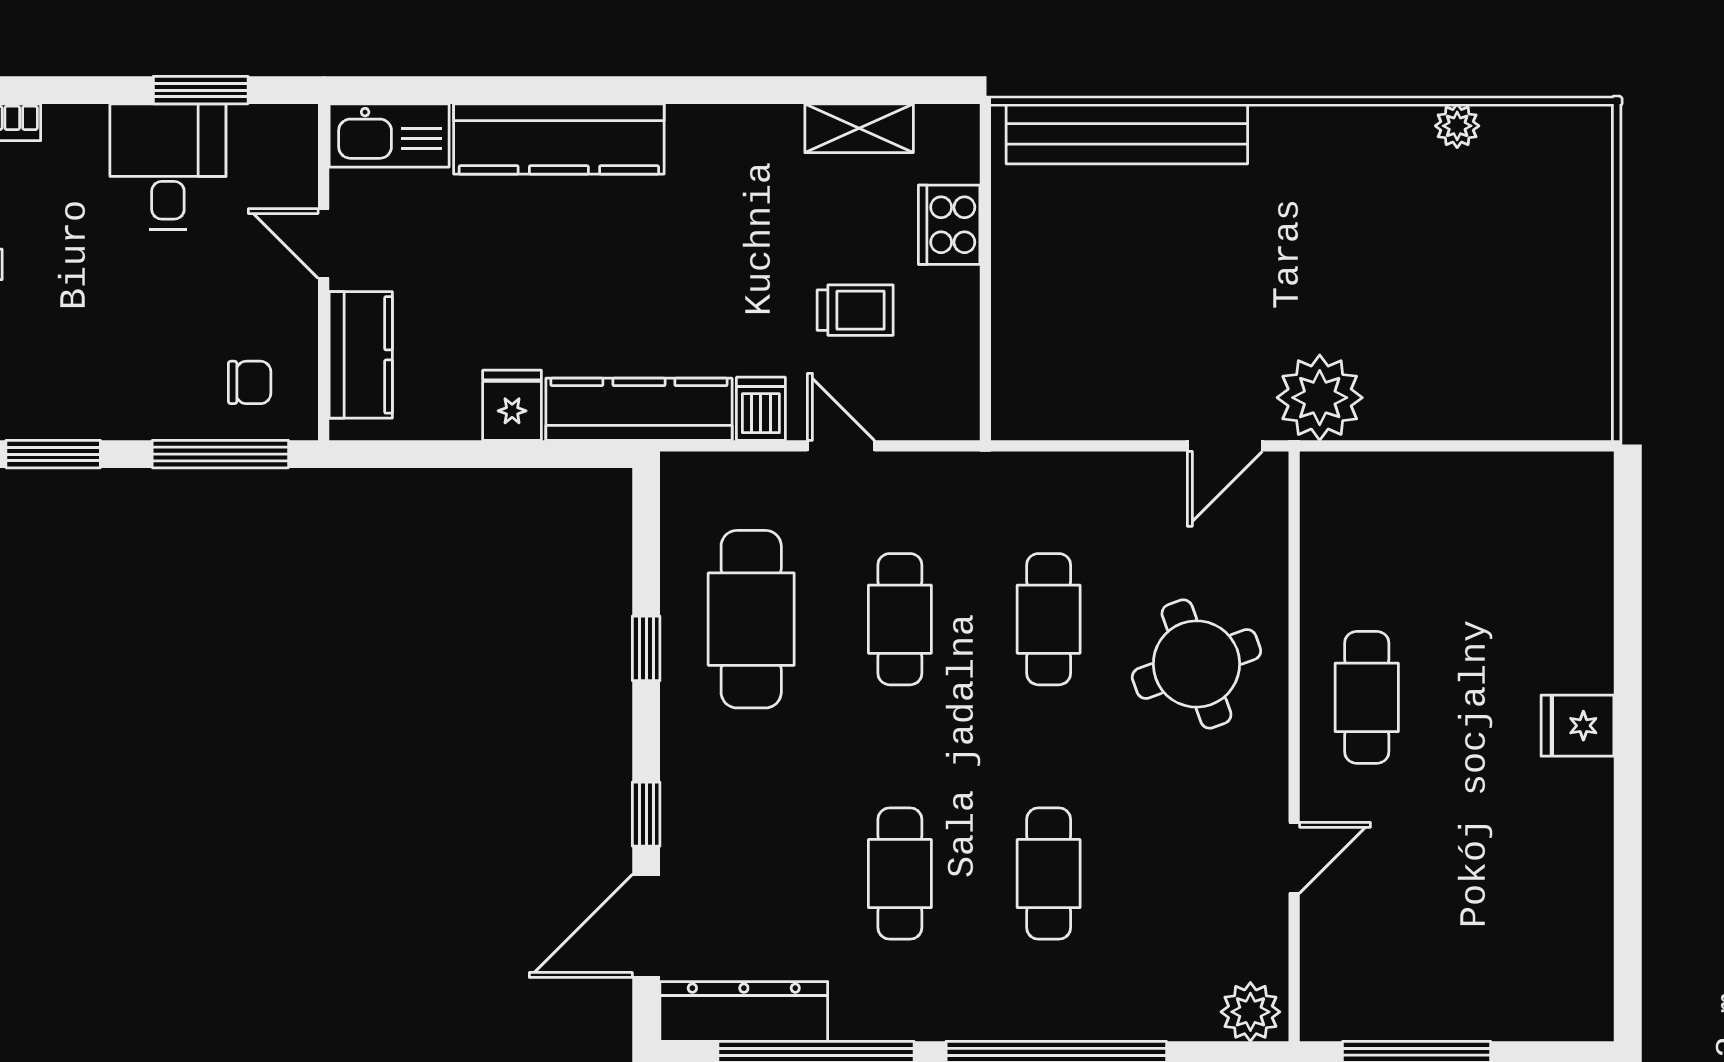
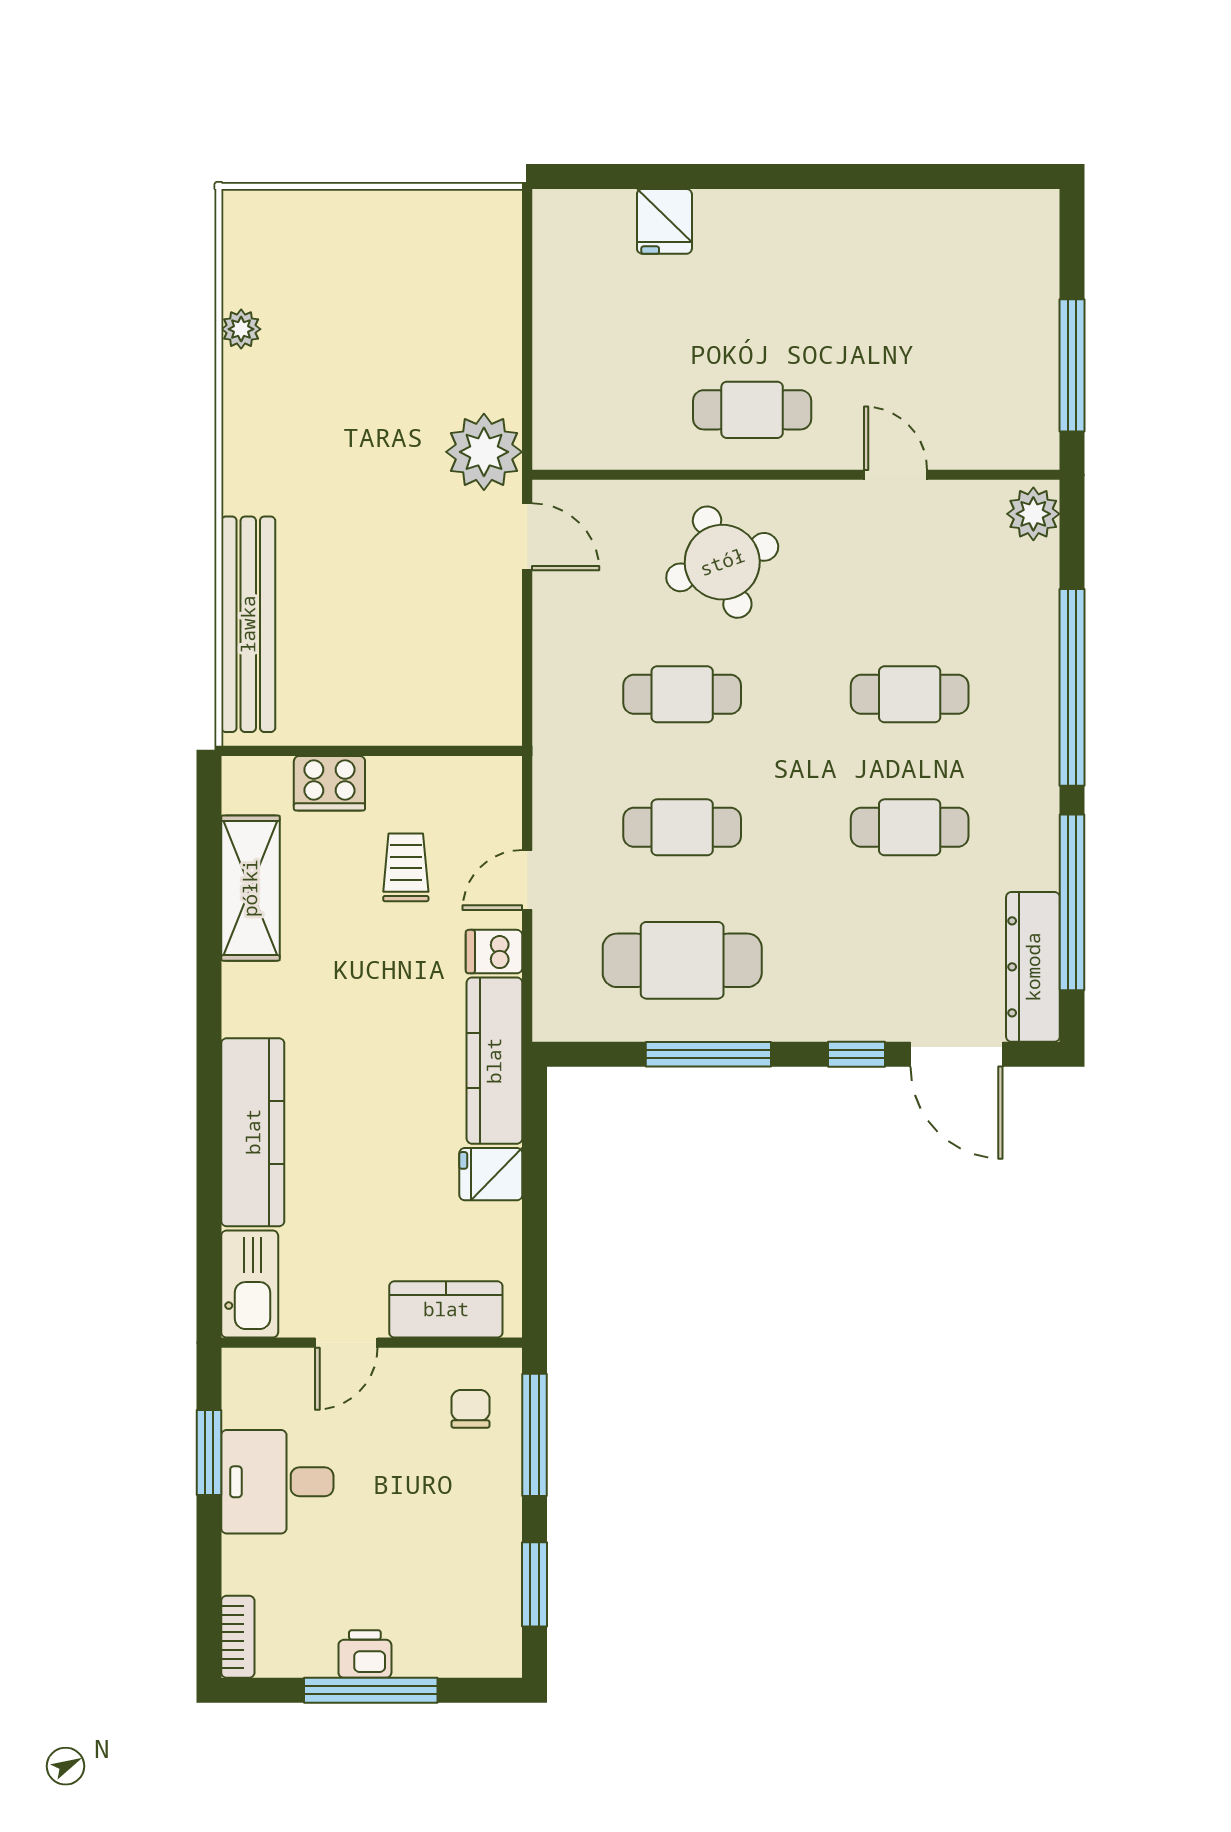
shelving: (859, 128) -> (250, 888), width x1.50, depth x1.33
window: (646, 648) -> (708, 1054), width x2.17
fridge: (1578, 726) -> (664, 221), moved

